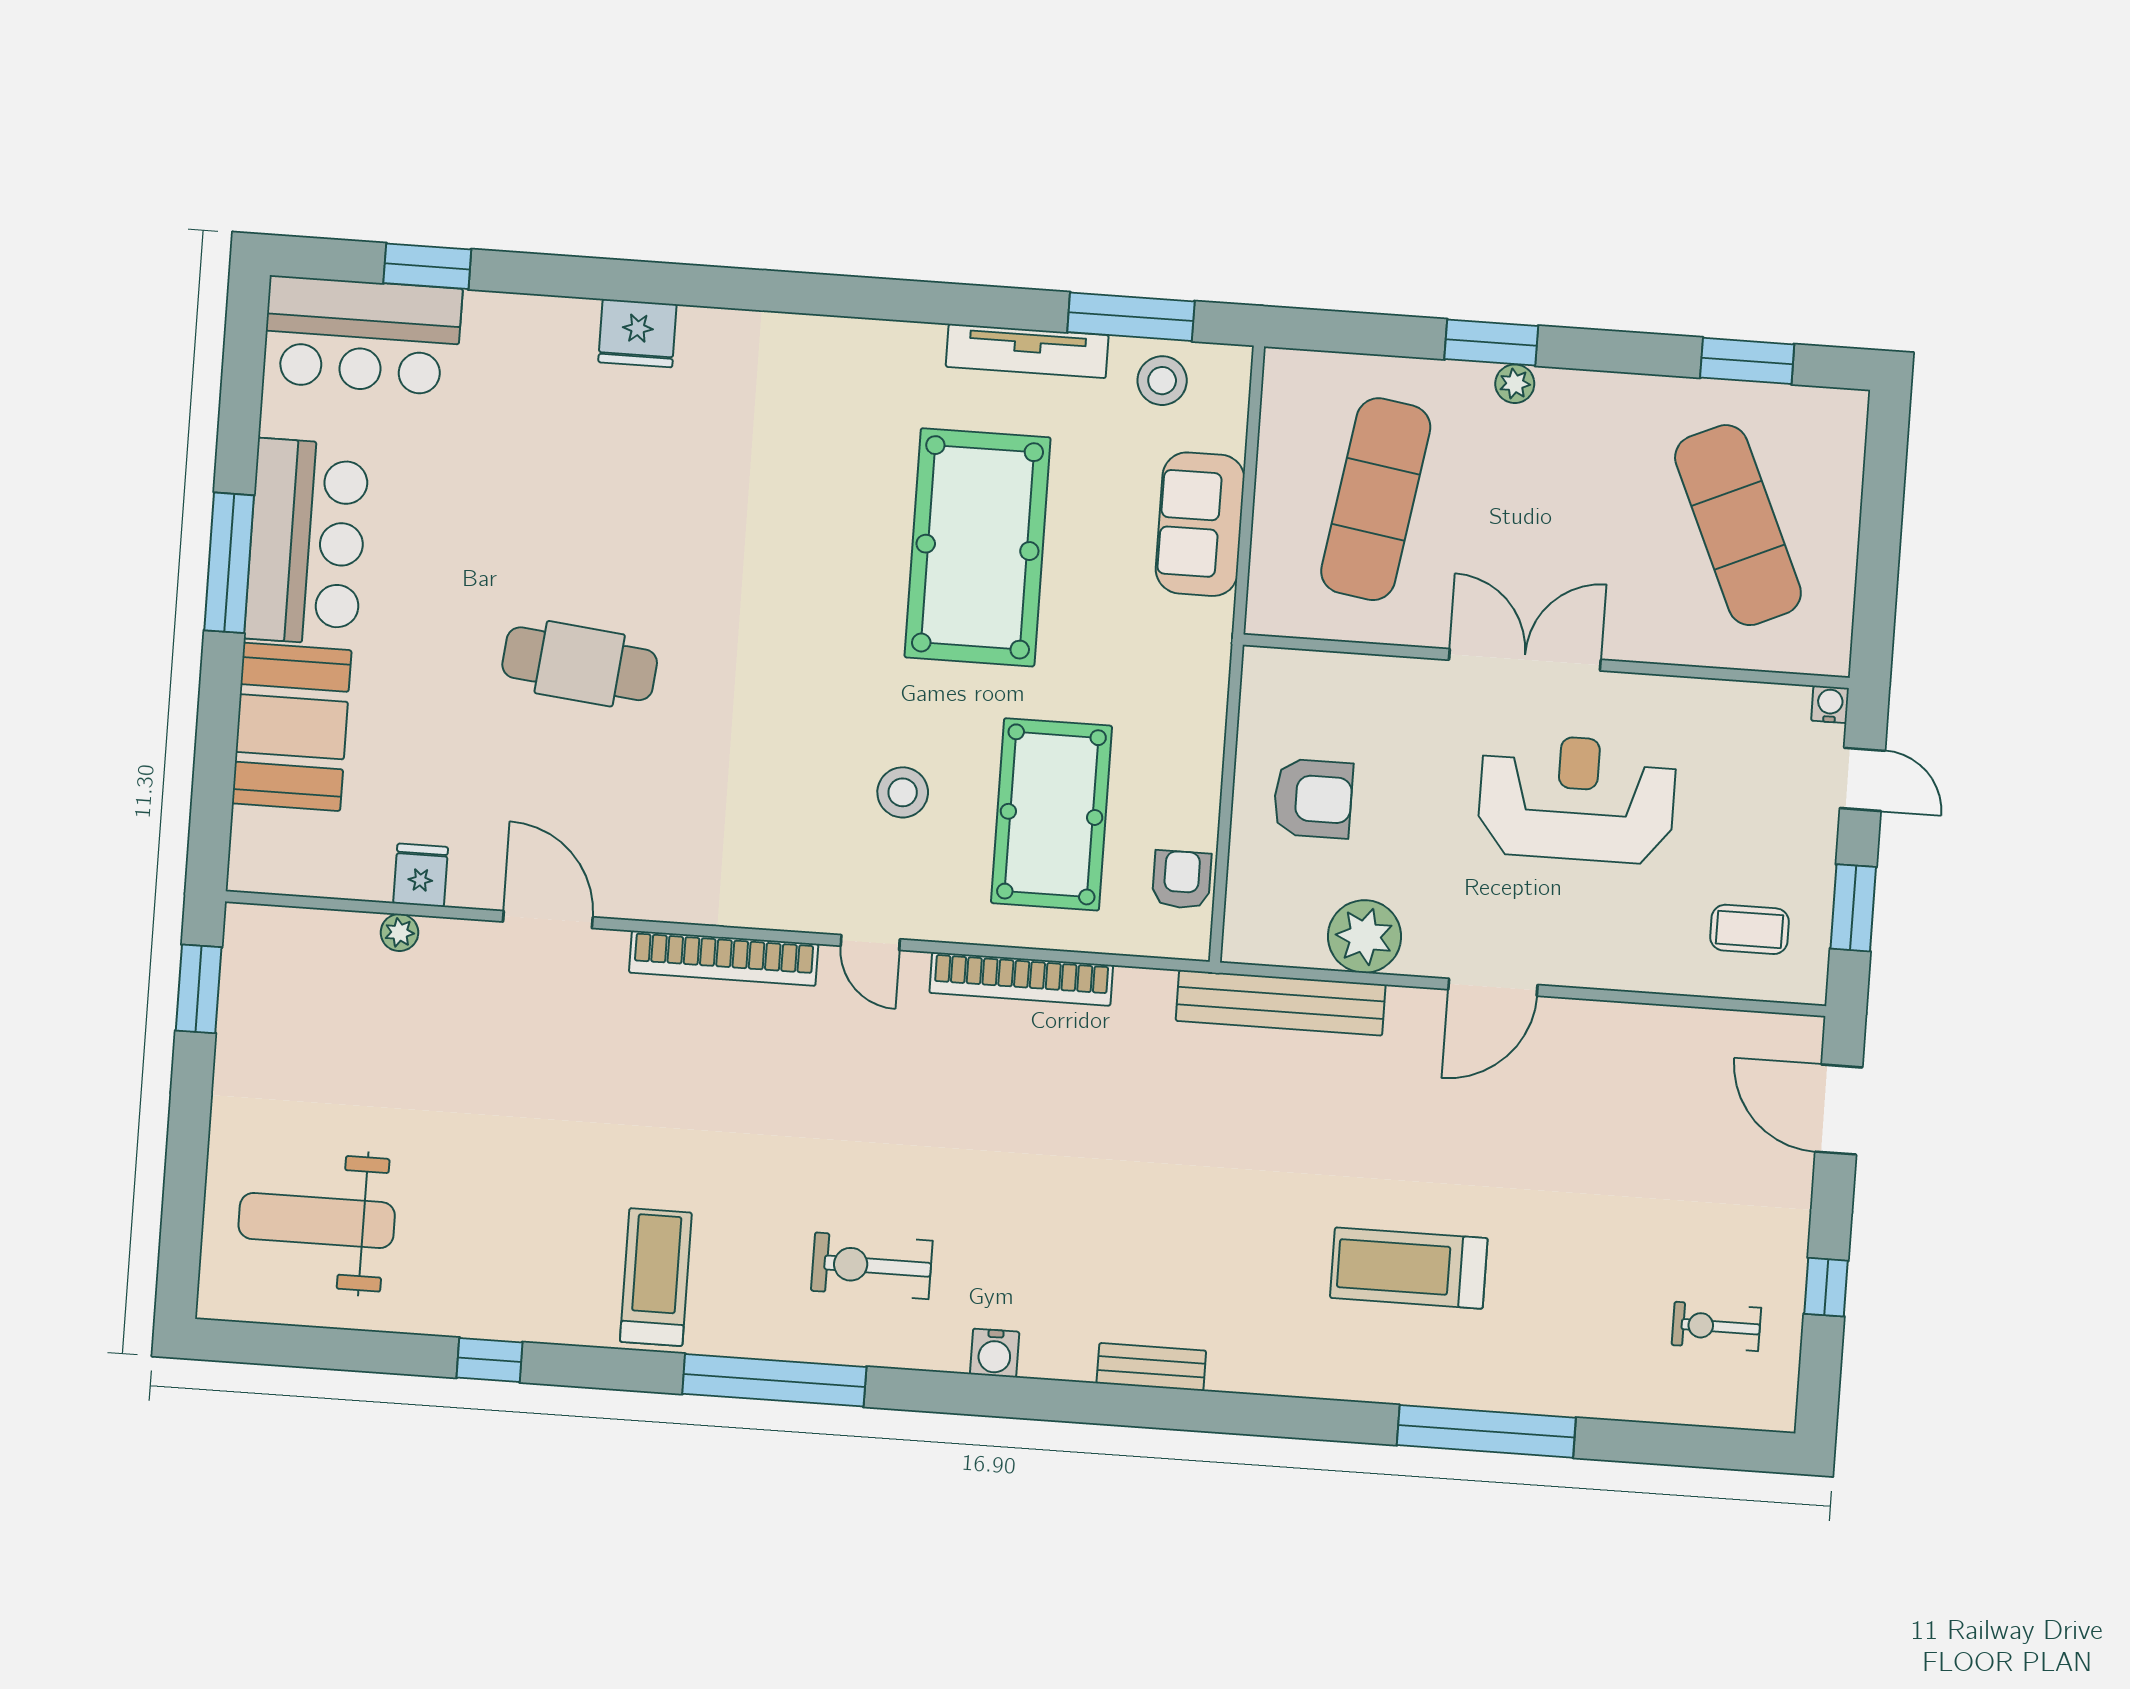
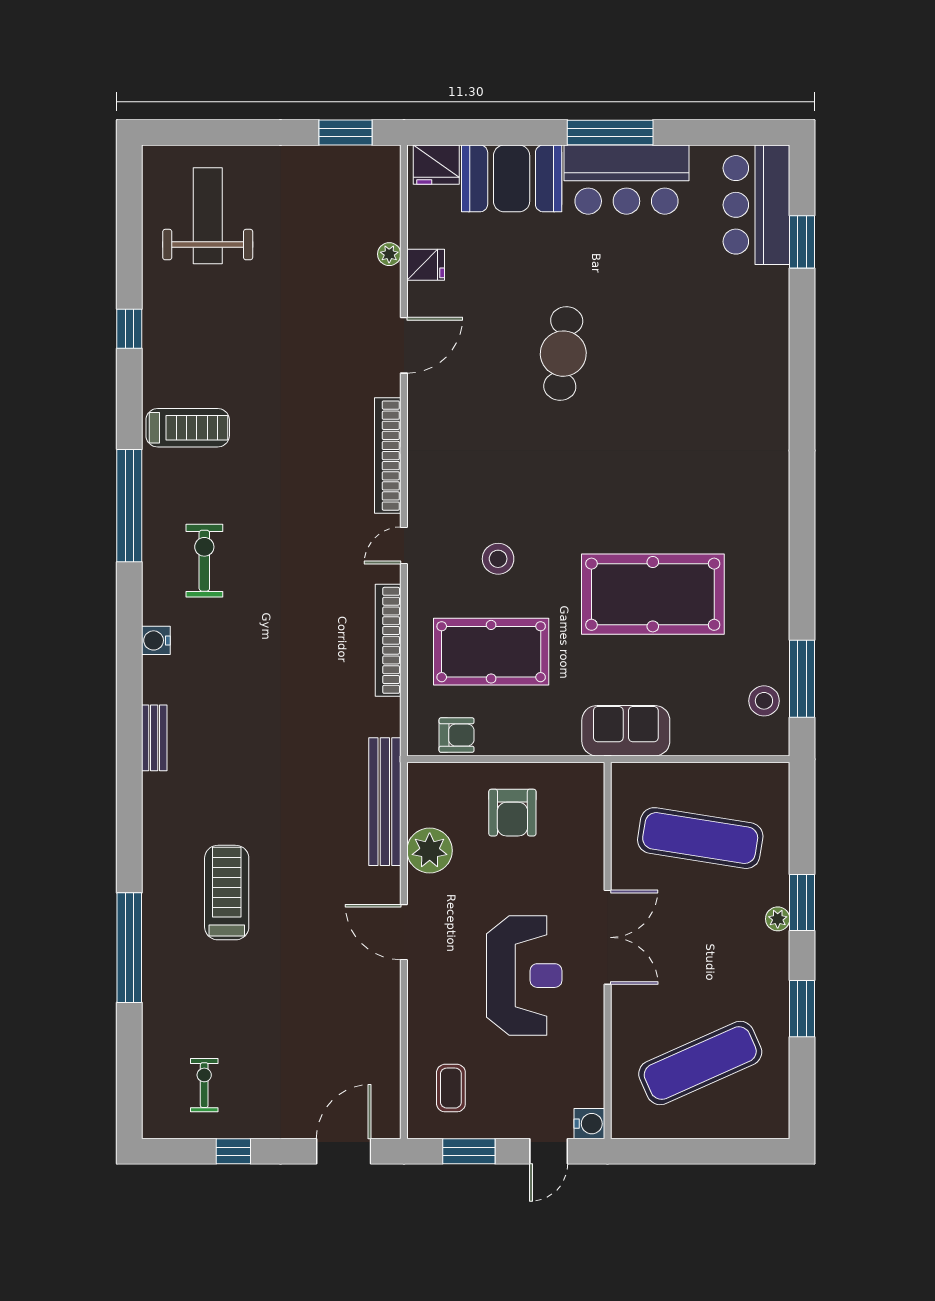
fridge: (637, 333) -> (436, 165), moved, turned -90
tv unit: (1027, 351) -> (776, 616), removed
window: (1747, 361) -> (802, 1009), moved
sofa: (1200, 524) -> (626, 731), moved
water cooler: (1830, 704) -> (589, 1124), width x1.38, depth x1.38

